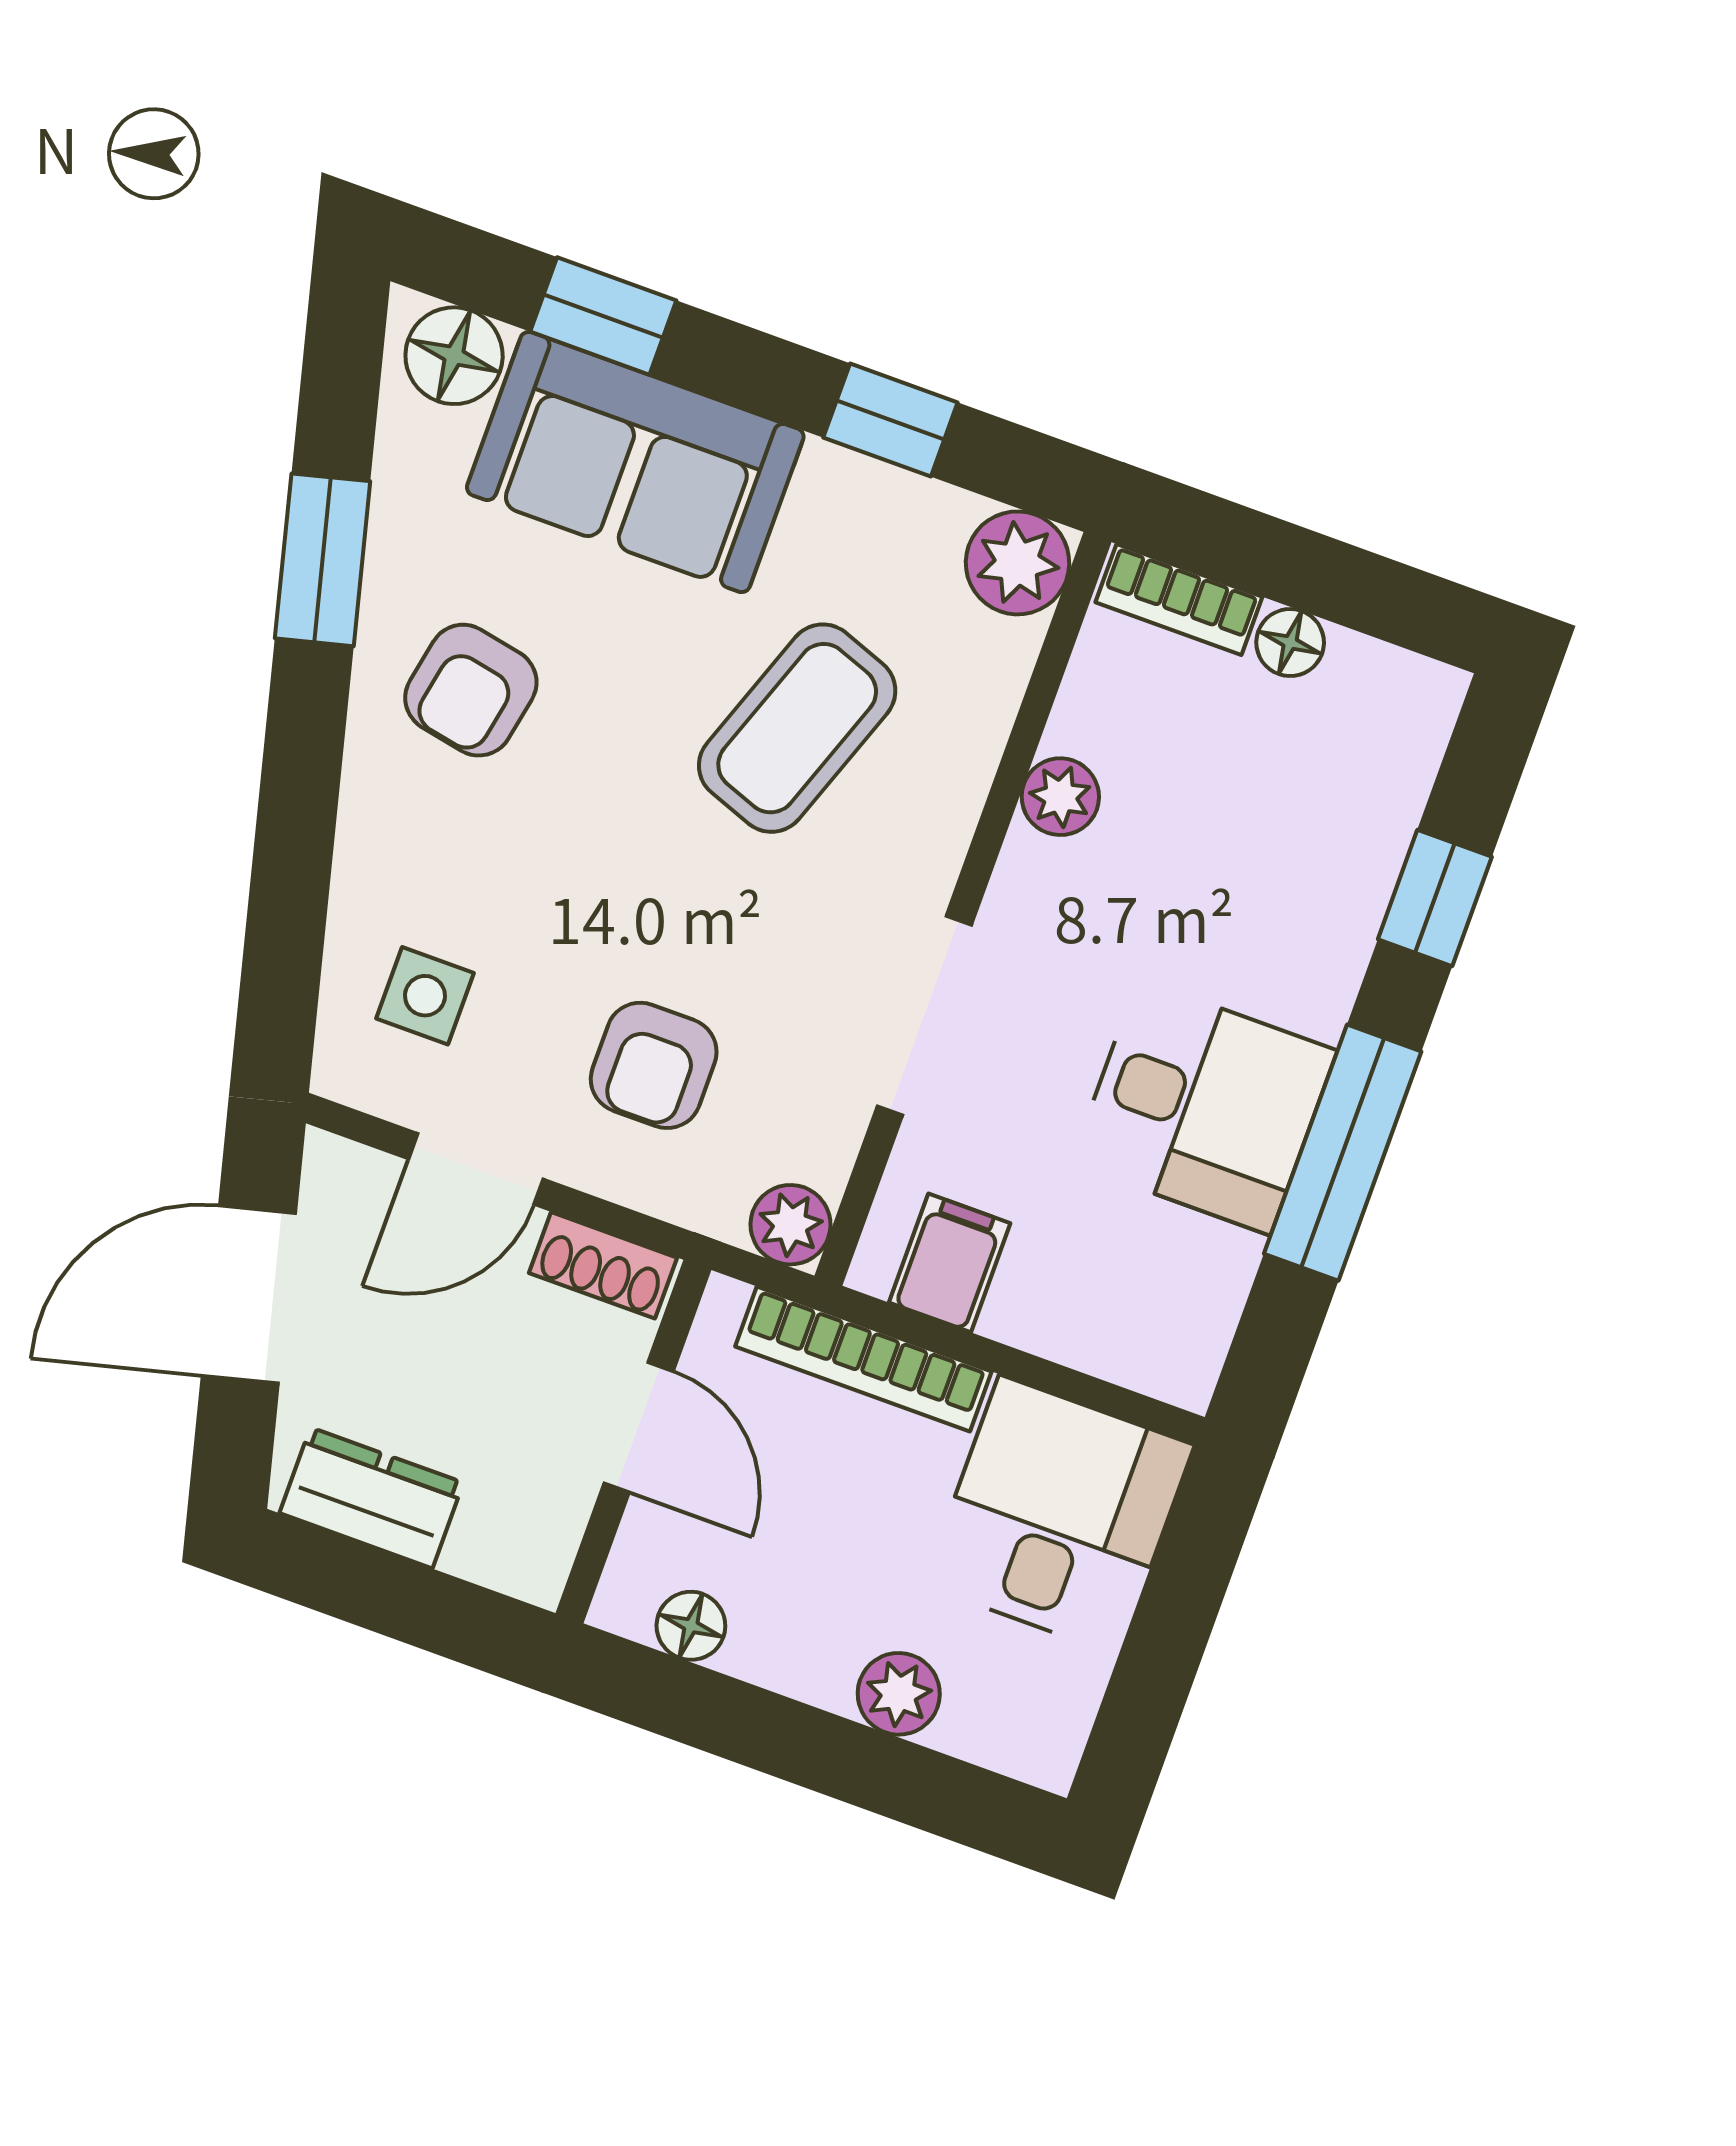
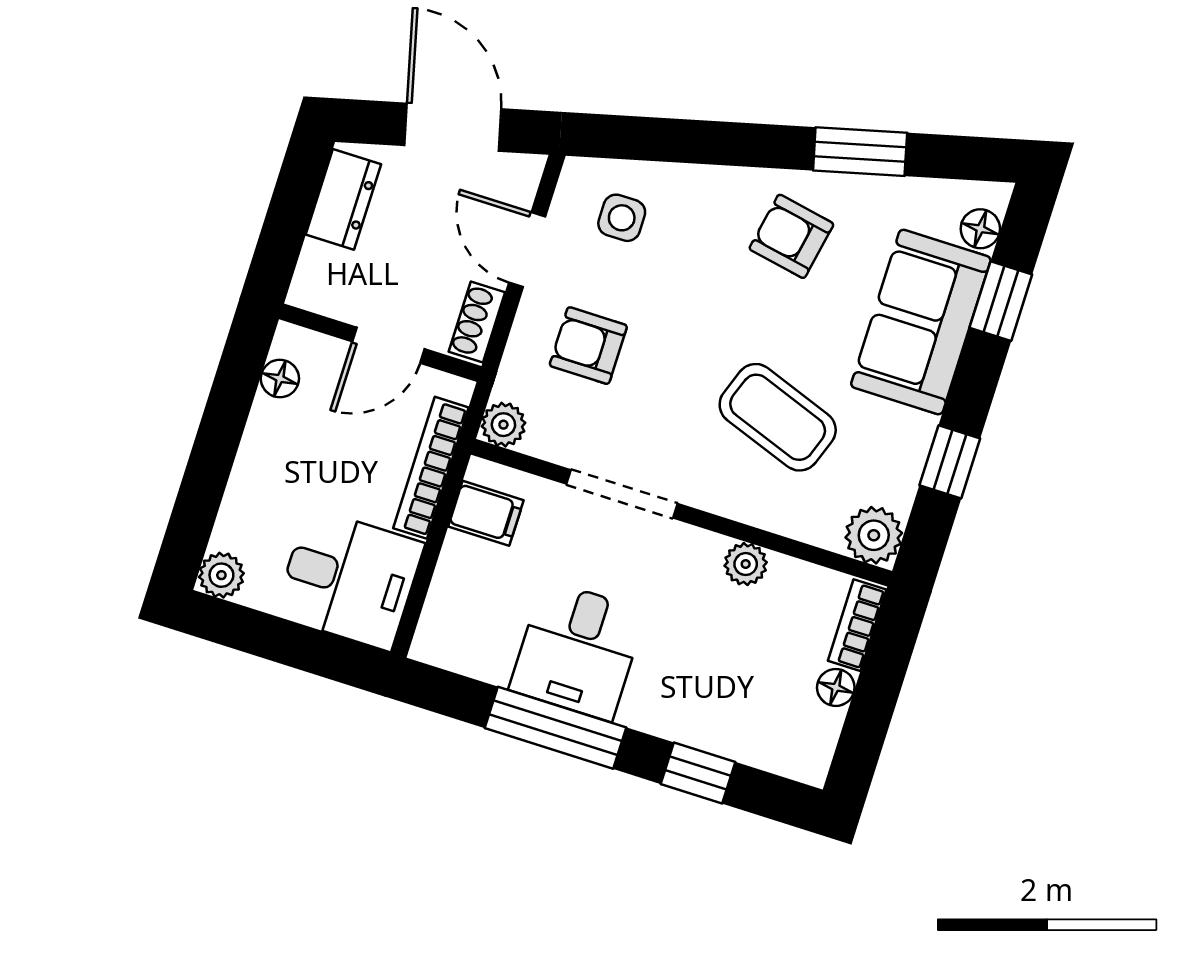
floor lamp: (454, 356) -> (980, 229), width x0.73, depth x0.73
plant: (899, 1694) -> (221, 575), moved

